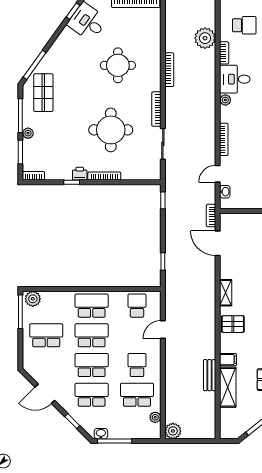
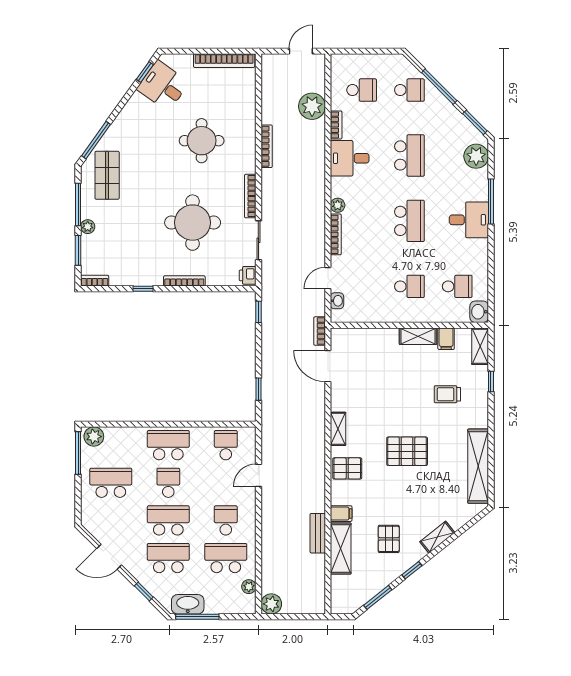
plant: (225, 100) -> (338, 205), moved
printer: (80, 174) -> (248, 275), moved, turned -90
school desk: (92, 335) -> (168, 483), width x0.54
washbasin: (101, 434) -> (188, 604), width x1.91, depth x1.45

